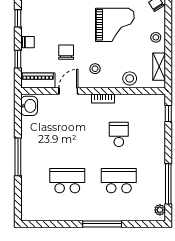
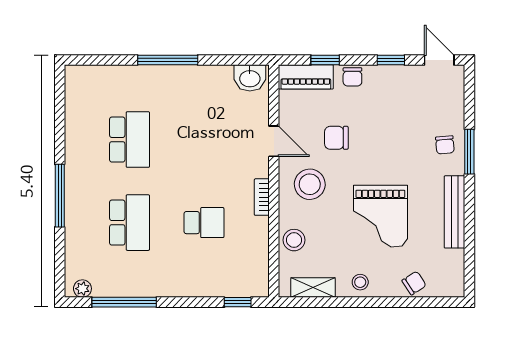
chair: (66, 52) -> (336, 138), turned 180
stool: (95, 69) -> (310, 184), width x1.89, depth x1.89
piano: (38, 80) -> (306, 77), moved, turned 90

